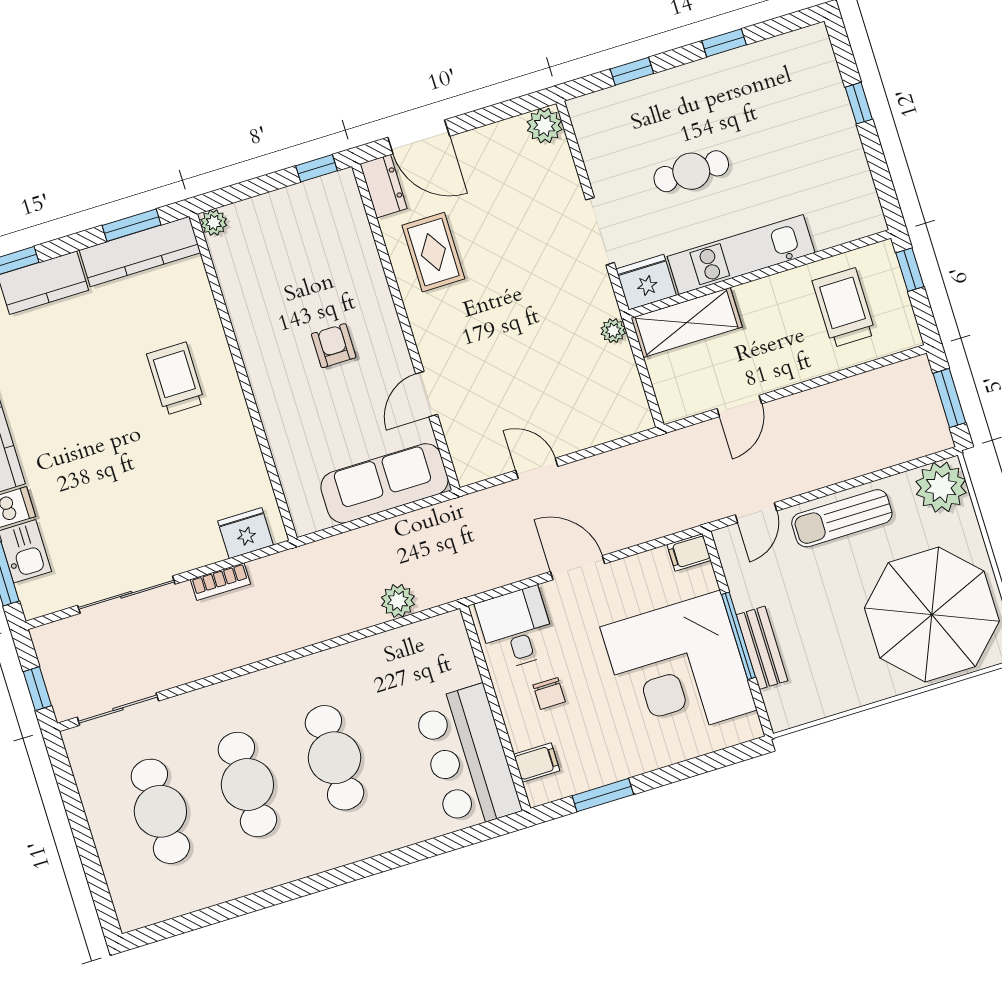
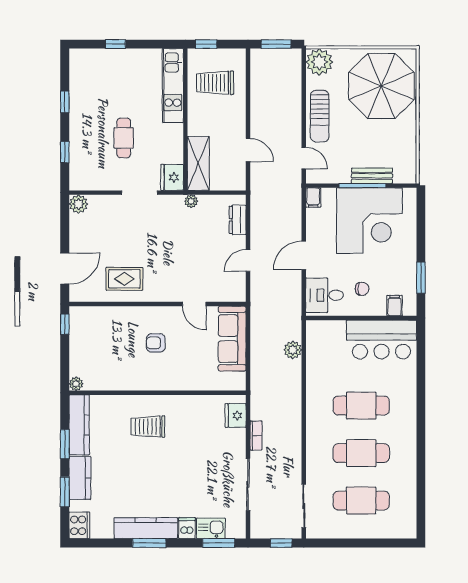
dresser: (384, 186) -> (238, 220), moved, turned -90
window: (132, 225) -> (65, 444), moved
kitchen unit: (741, 255) -> (173, 86), moved

